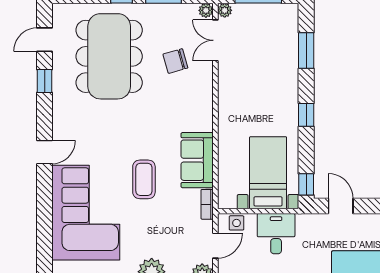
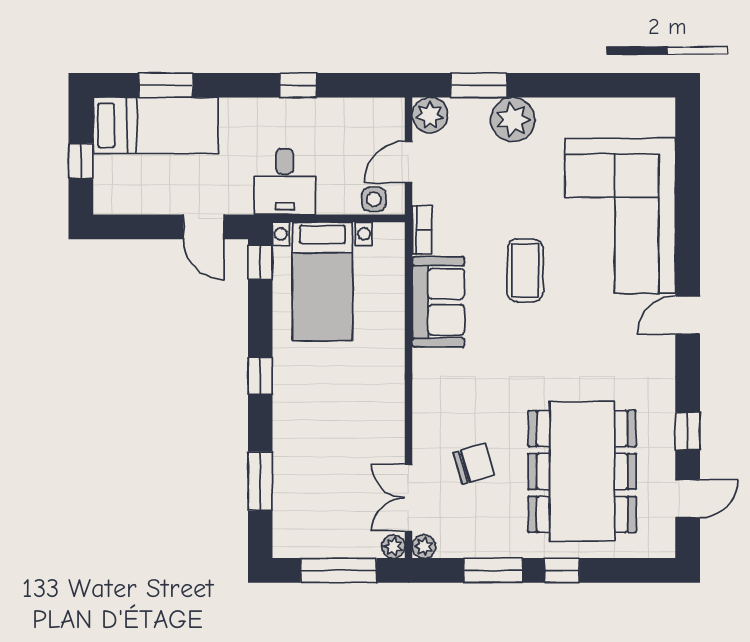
double door: (215, 40) -> (409, 498), swing flipped
desk: (276, 234) -> (285, 182), moved

